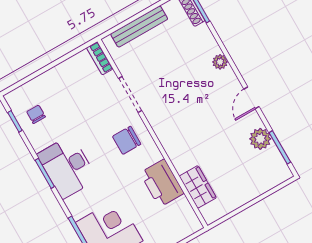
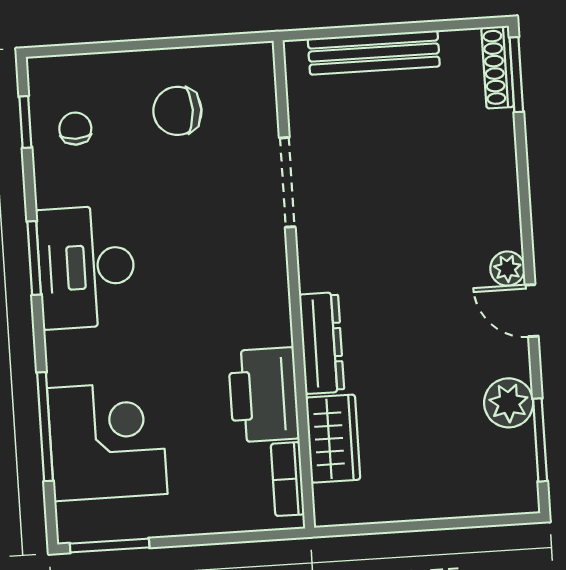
bookcase: (100, 58) -> (288, 479), moved
plant: (220, 62) -> (507, 269), moved
door: (252, 98) -> (532, 311), hinge flipped
chair: (127, 140) -> (177, 111), moved
dresser: (175, 151) -> (322, 343), added

